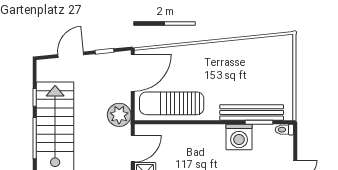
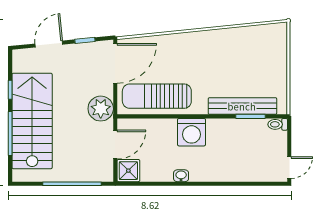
washing machine: (239, 137) -> (192, 132), moved

